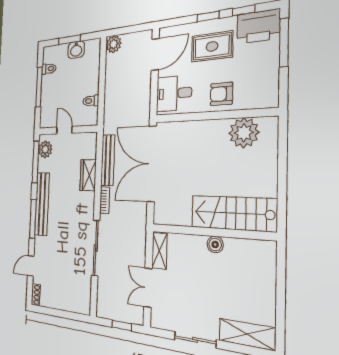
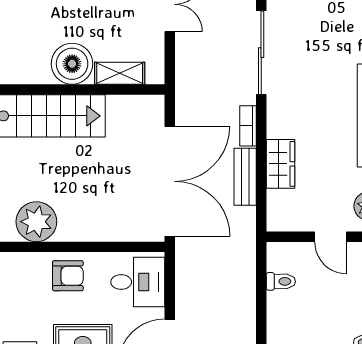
bench: (108, 160) -> (245, 177), width x0.73
boiler: (215, 244) -> (72, 64), width x1.86, depth x1.86
shelving: (159, 251) -> (120, 73), moved, turned 90

